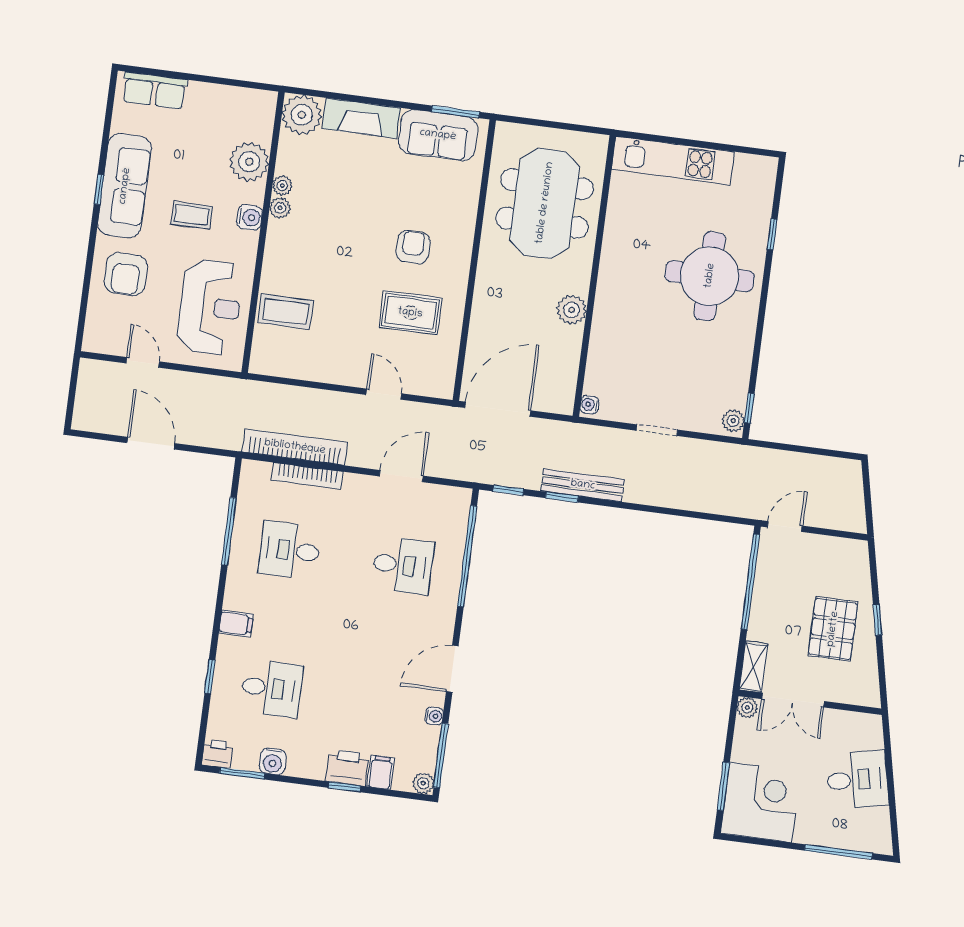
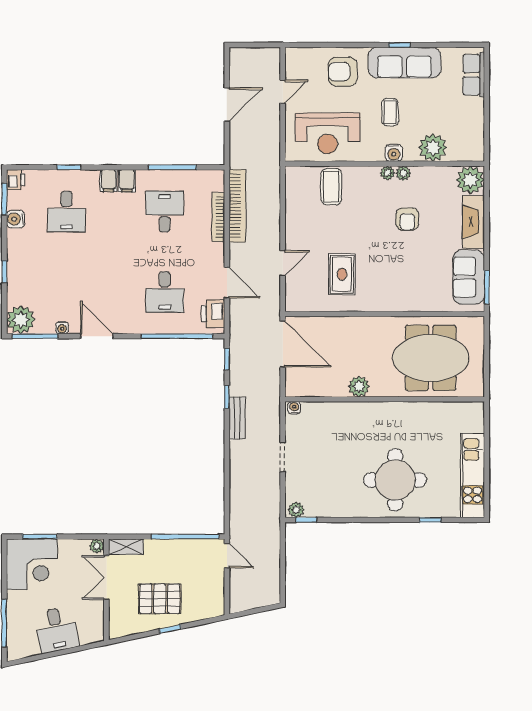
kitchen unit: (673, 161) -> (473, 475), moved
plant: (282, 186) -> (388, 173), moved
armchair: (413, 247) -> (407, 219), moved, turned 90
bench: (583, 485) -> (237, 418), width x0.73
printer: (347, 768) -> (213, 314), moved, turned 180
filing cabinet: (381, 772) -> (127, 181), moved, turned 90
plant: (423, 783) -> (21, 320), width x1.87, depth x1.87

